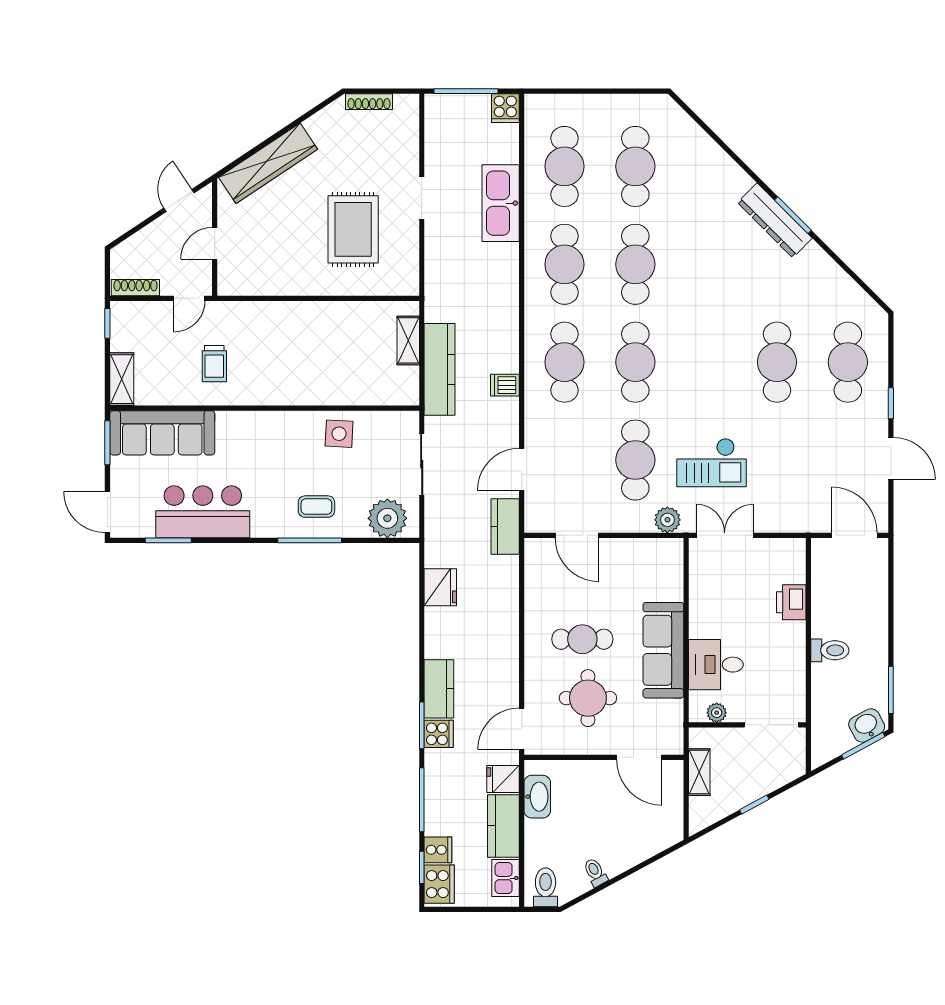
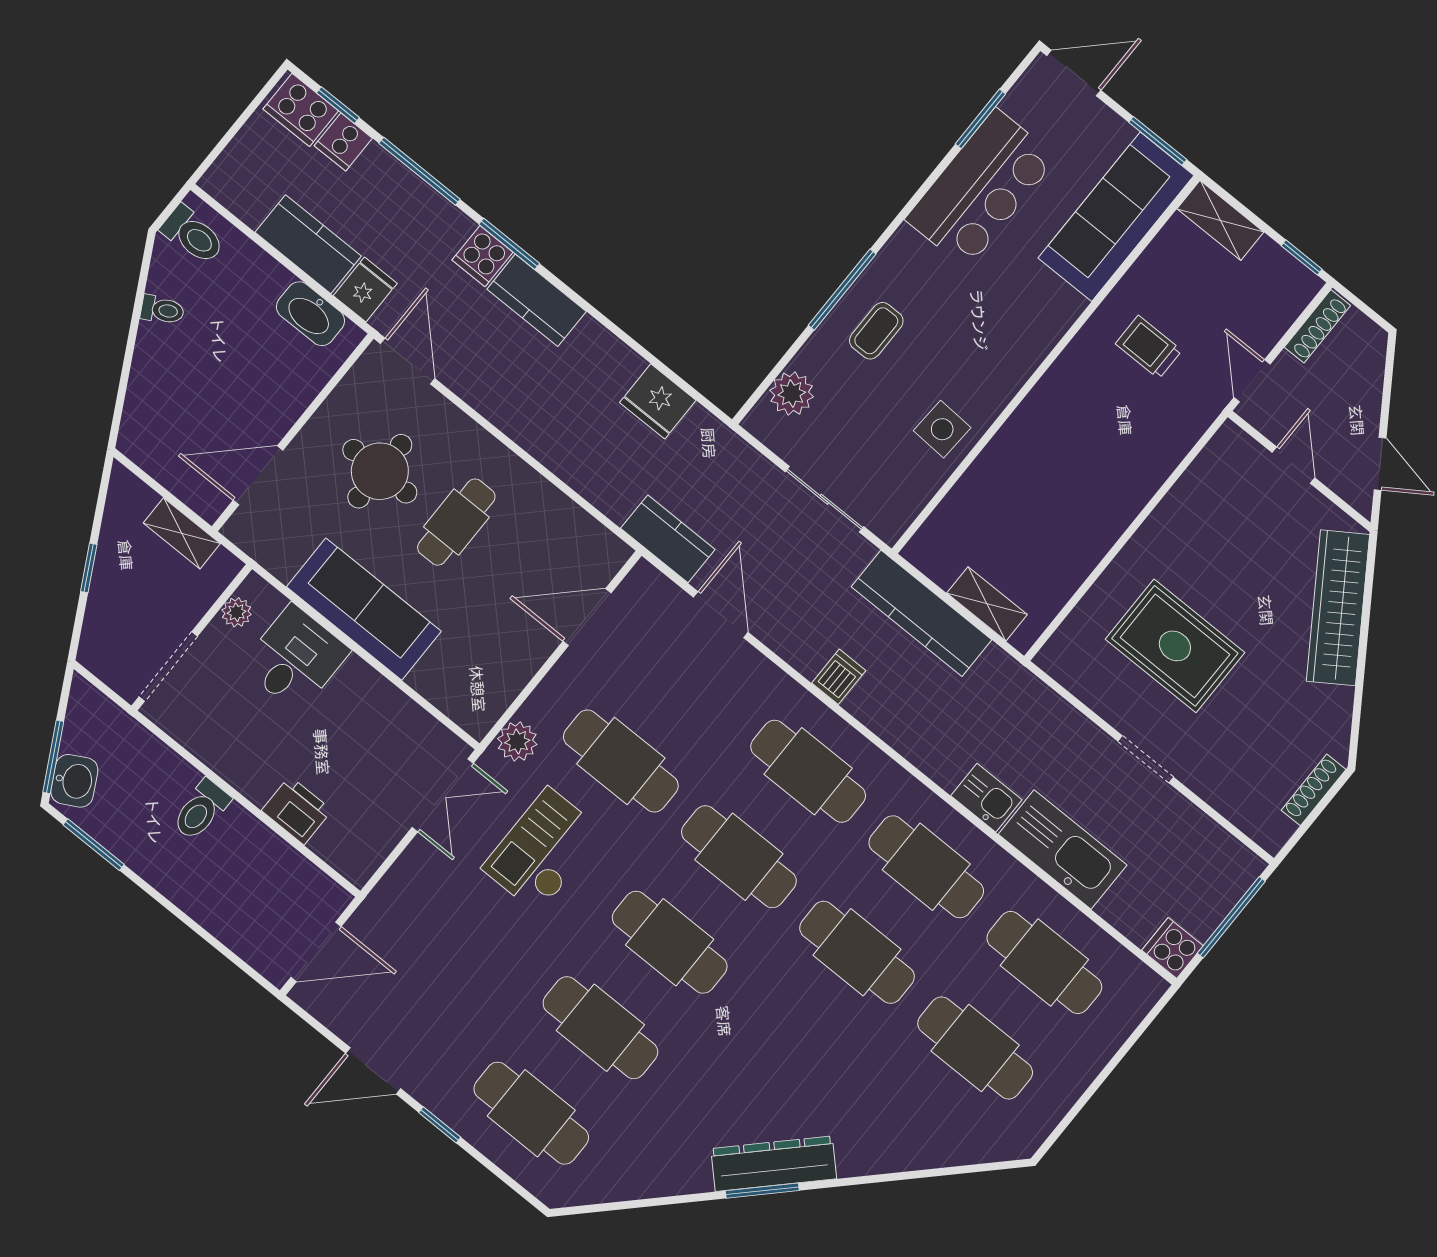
cafe table: (706, 362) -> (670, 942), added
plant: (387, 518) -> (792, 394), width x0.73, depth x0.73
kitchen sink: (505, 878) -> (986, 798), moved

